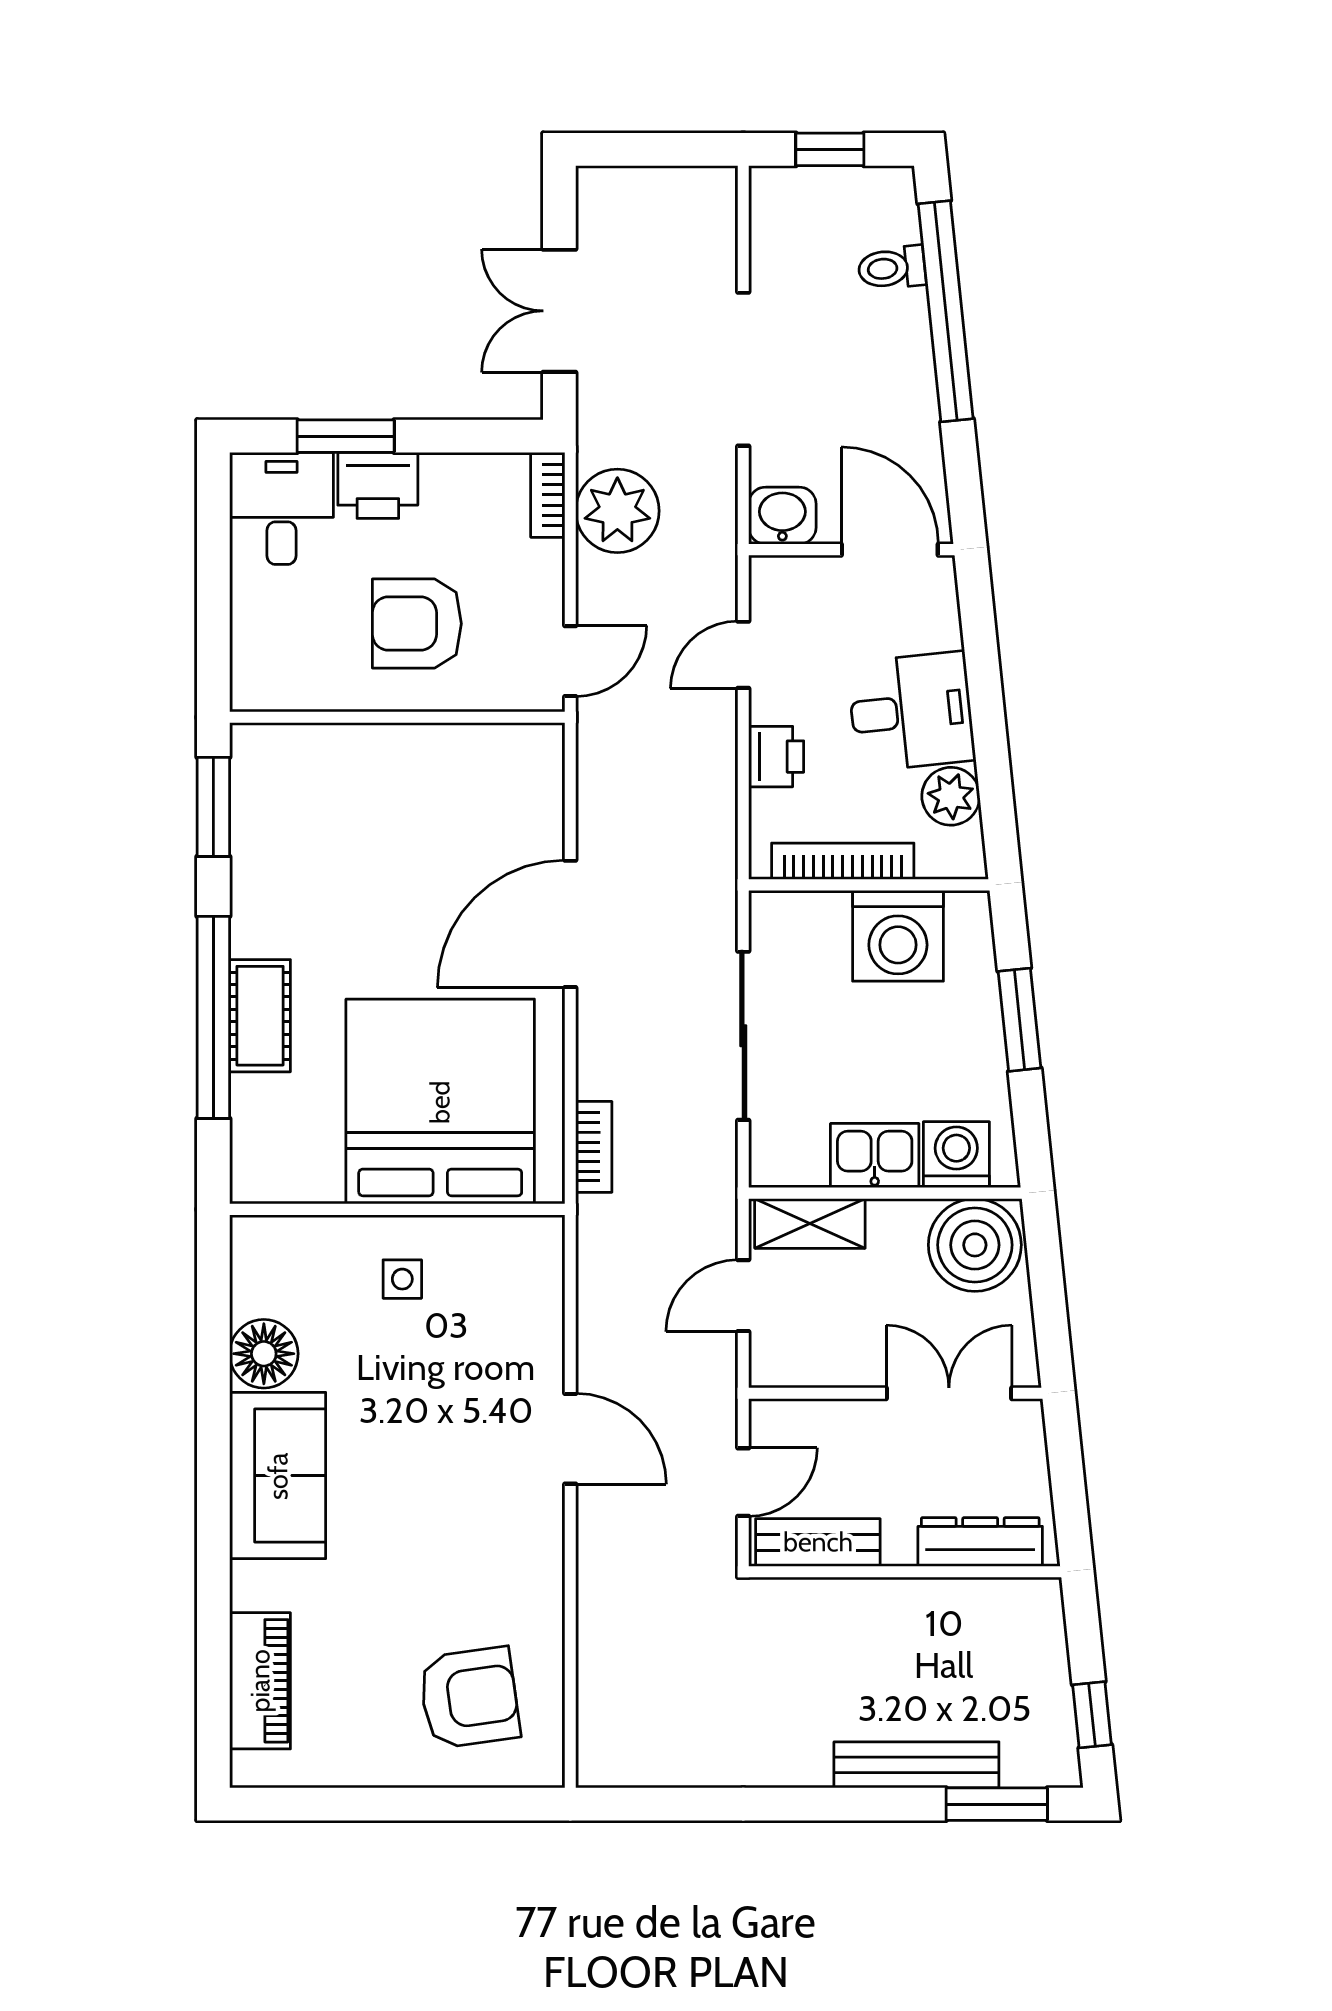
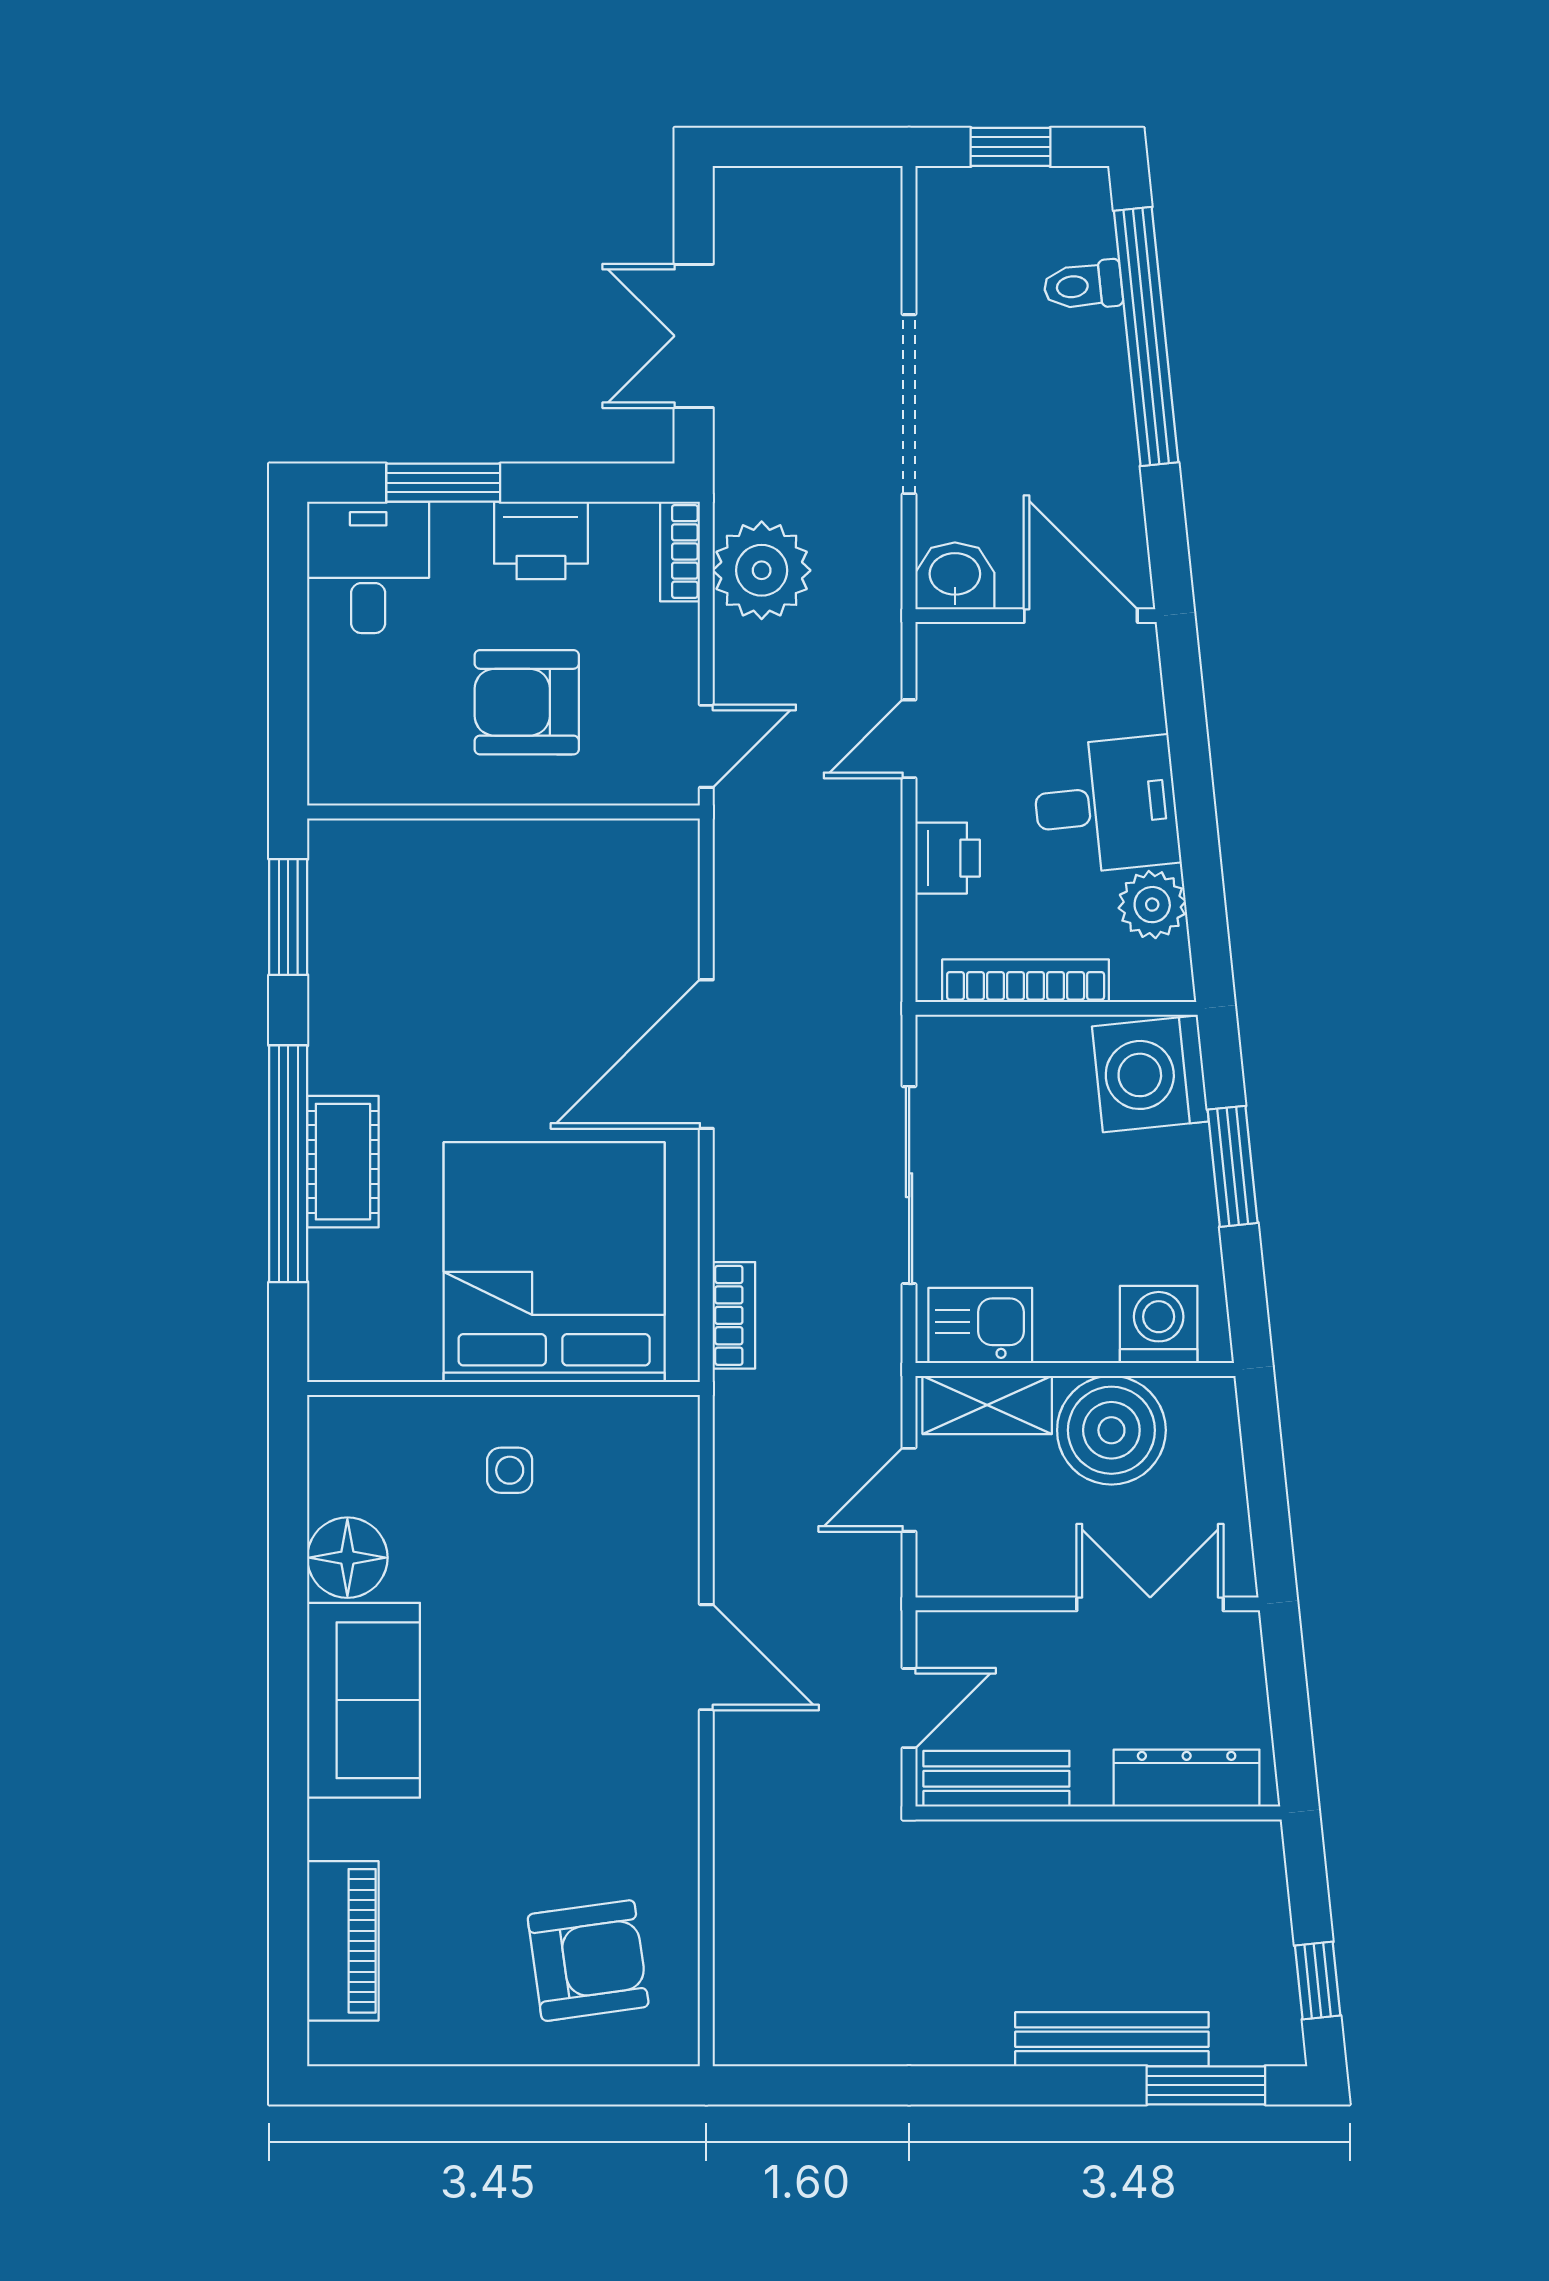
printer: (378, 485) -> (541, 540), moved
washing machine: (898, 936) -> (1150, 1074), moved, turned 84
kitchen sink: (875, 1156) -> (980, 1326), moved
boiler: (975, 1245) -> (1111, 1430), moved

